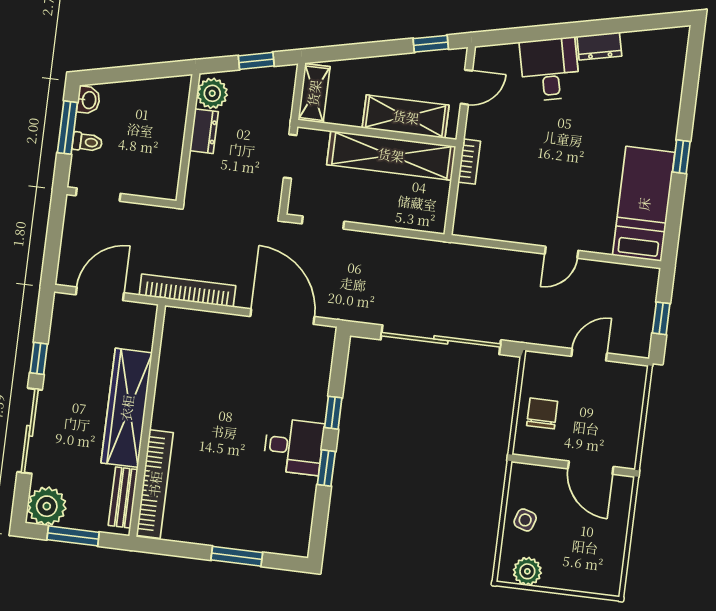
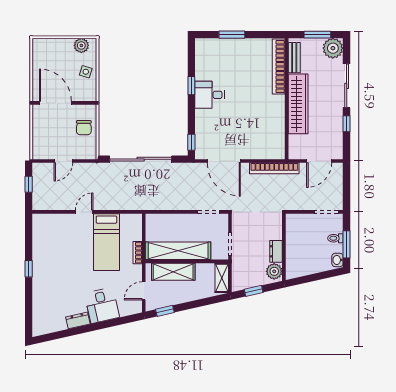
bed: (644, 204) -> (106, 242), moved
window: (333, 413) -> (191, 142), moved
door: (591, 468) -> (55, 103), width x1.36

